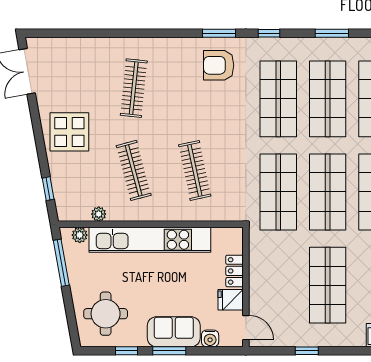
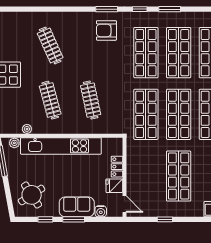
window: (332, 33) -> (170, 9), moved
clothes rail: (134, 88) -> (50, 46), turned -30
round table: (106, 314) -> (32, 195), turned -33

